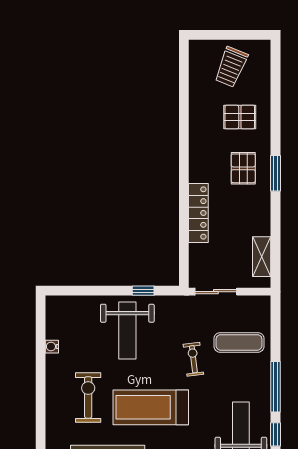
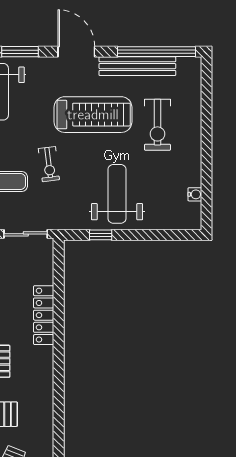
water cooler: (52, 347) -> (195, 194), moved

